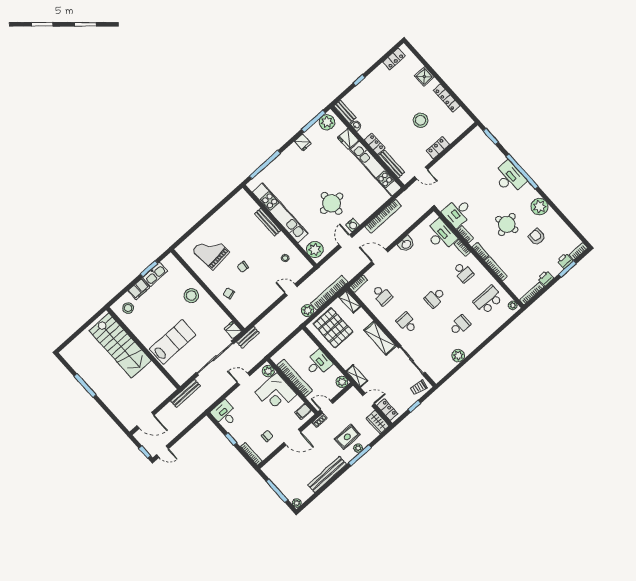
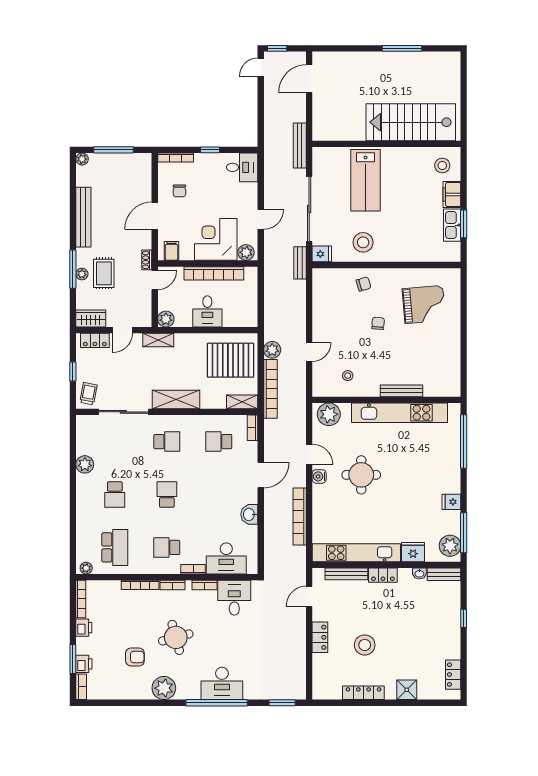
stool: (191, 296) -> (363, 242), moved

